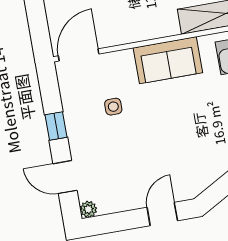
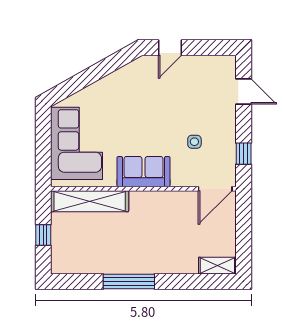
window: (56, 126) -> (244, 154), moved
plant: (88, 209) -> (229, 62), removed

